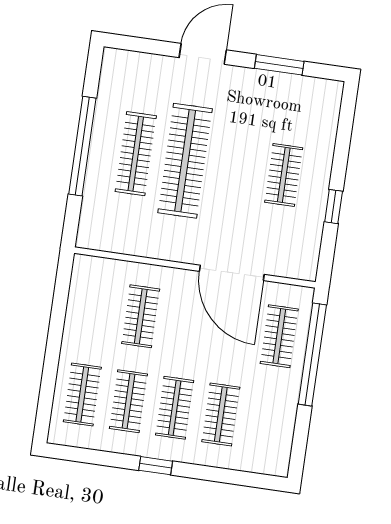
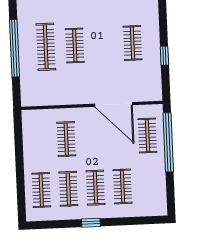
clothes rail: (185, 161) -> (75, 46), width x0.54, depth x0.76

